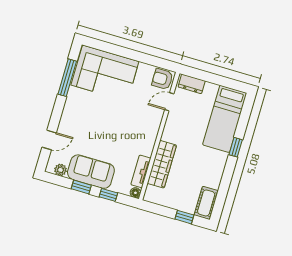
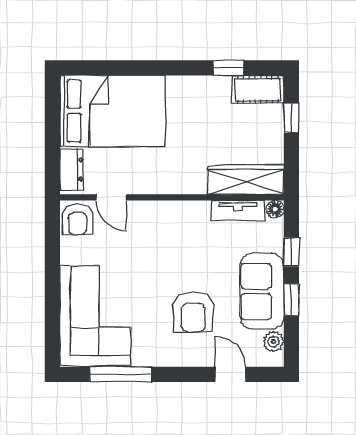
bed: (225, 119) -> (113, 111), width x1.50
armchair: (91, 129) -> (193, 312), added
window: (236, 147) -> (228, 68), moved
wardrobe: (162, 164) -> (246, 180), moved

